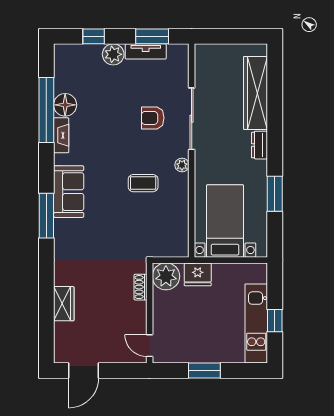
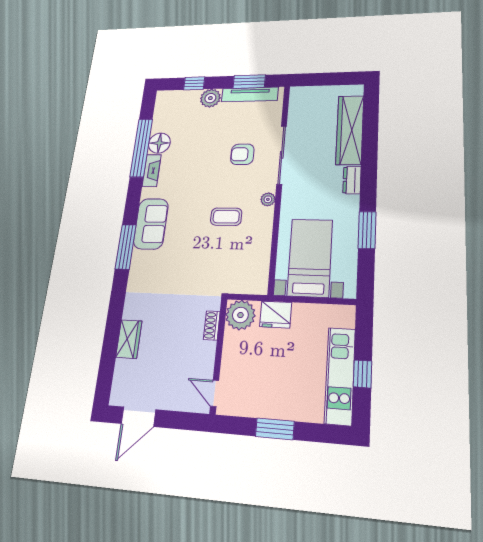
tv unit: (146, 51) -> (250, 94), width x1.41

